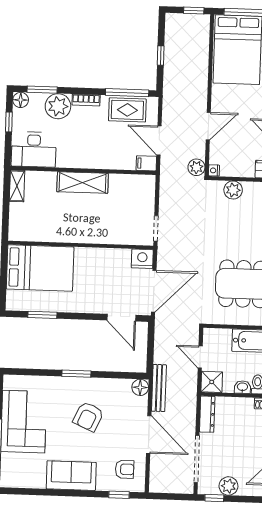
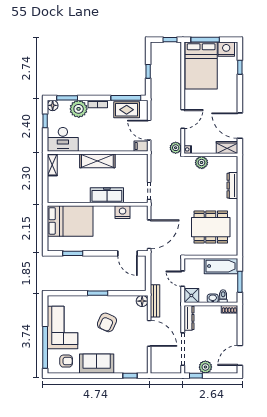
freezer: (95, 233) -> (107, 195), added
nightstand: (142, 259) -> (123, 212), moved
armchair: (125, 469) -> (66, 361), moved

